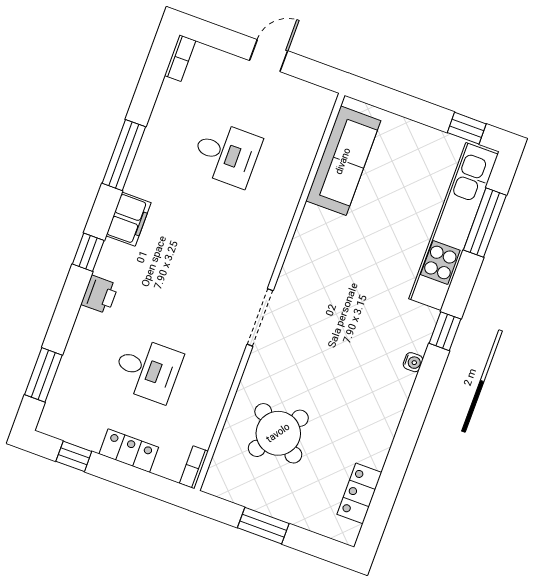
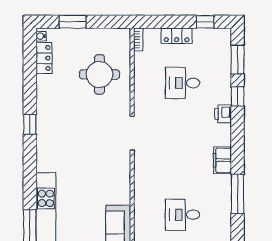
window: (88, 252) -> (238, 96), moved
window: (445, 331) -> (30, 124), moved
water cooler: (413, 362) -> (41, 36), moved
round table: (278, 433) -> (99, 74), turned -35
window: (263, 526) -> (73, 22), moved

